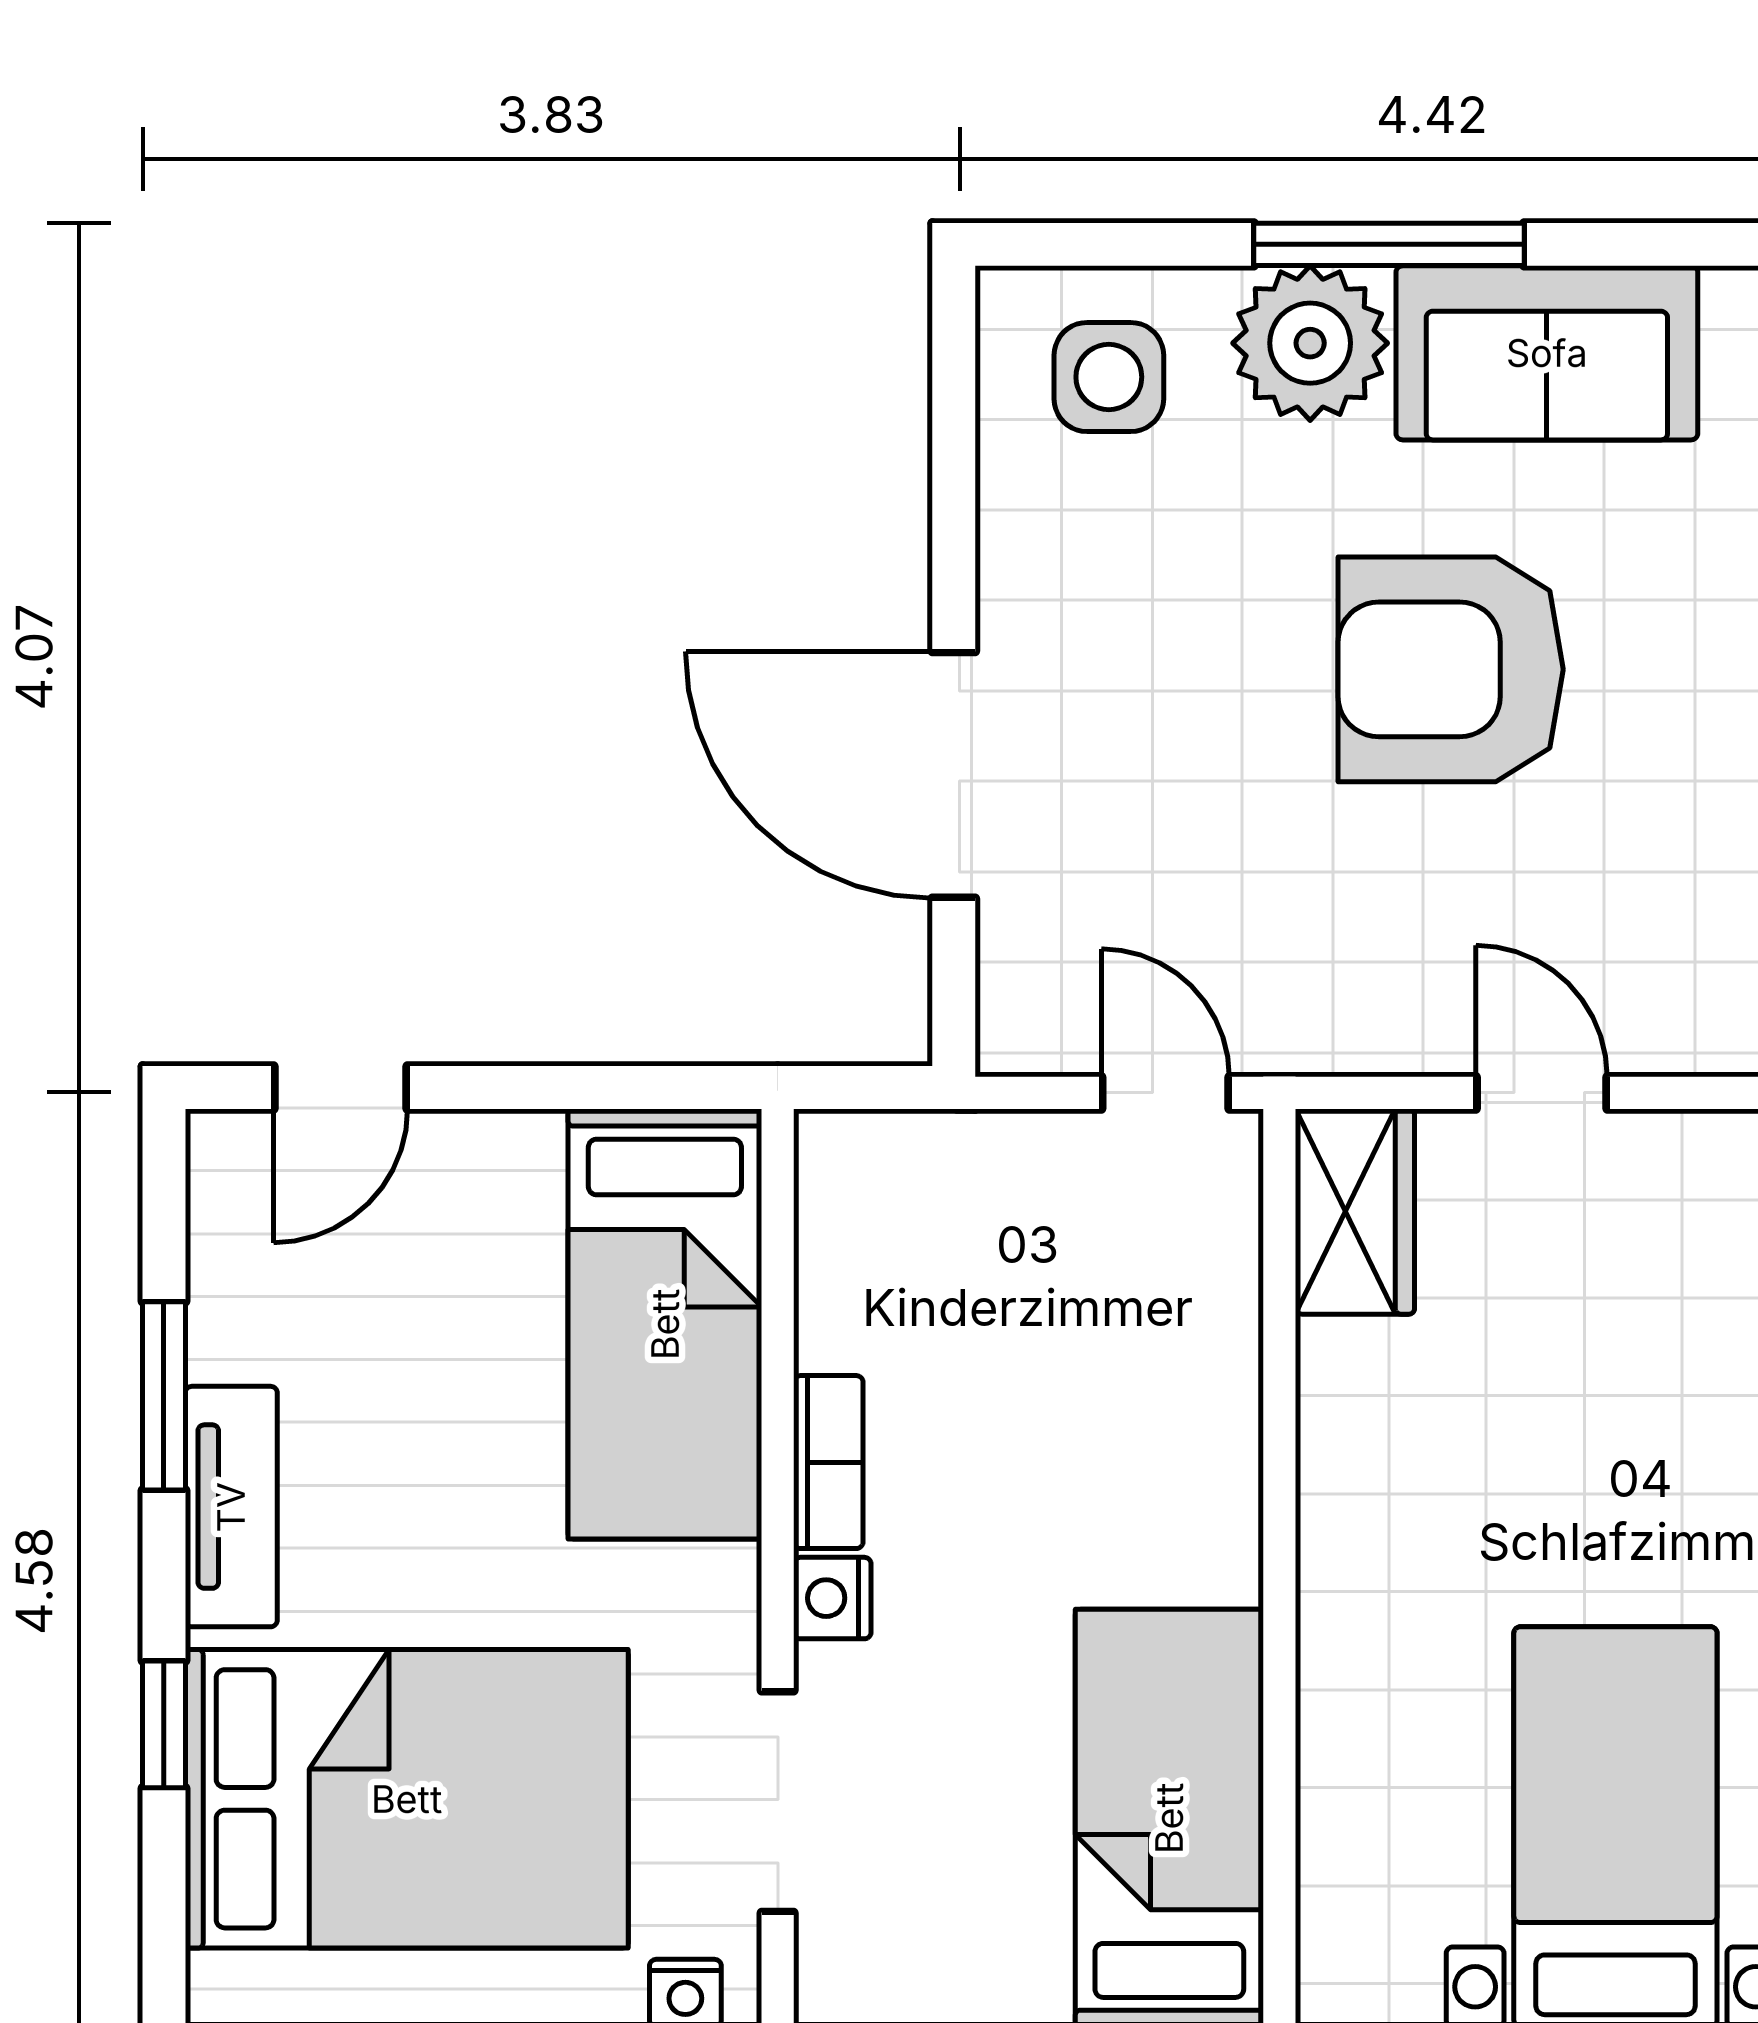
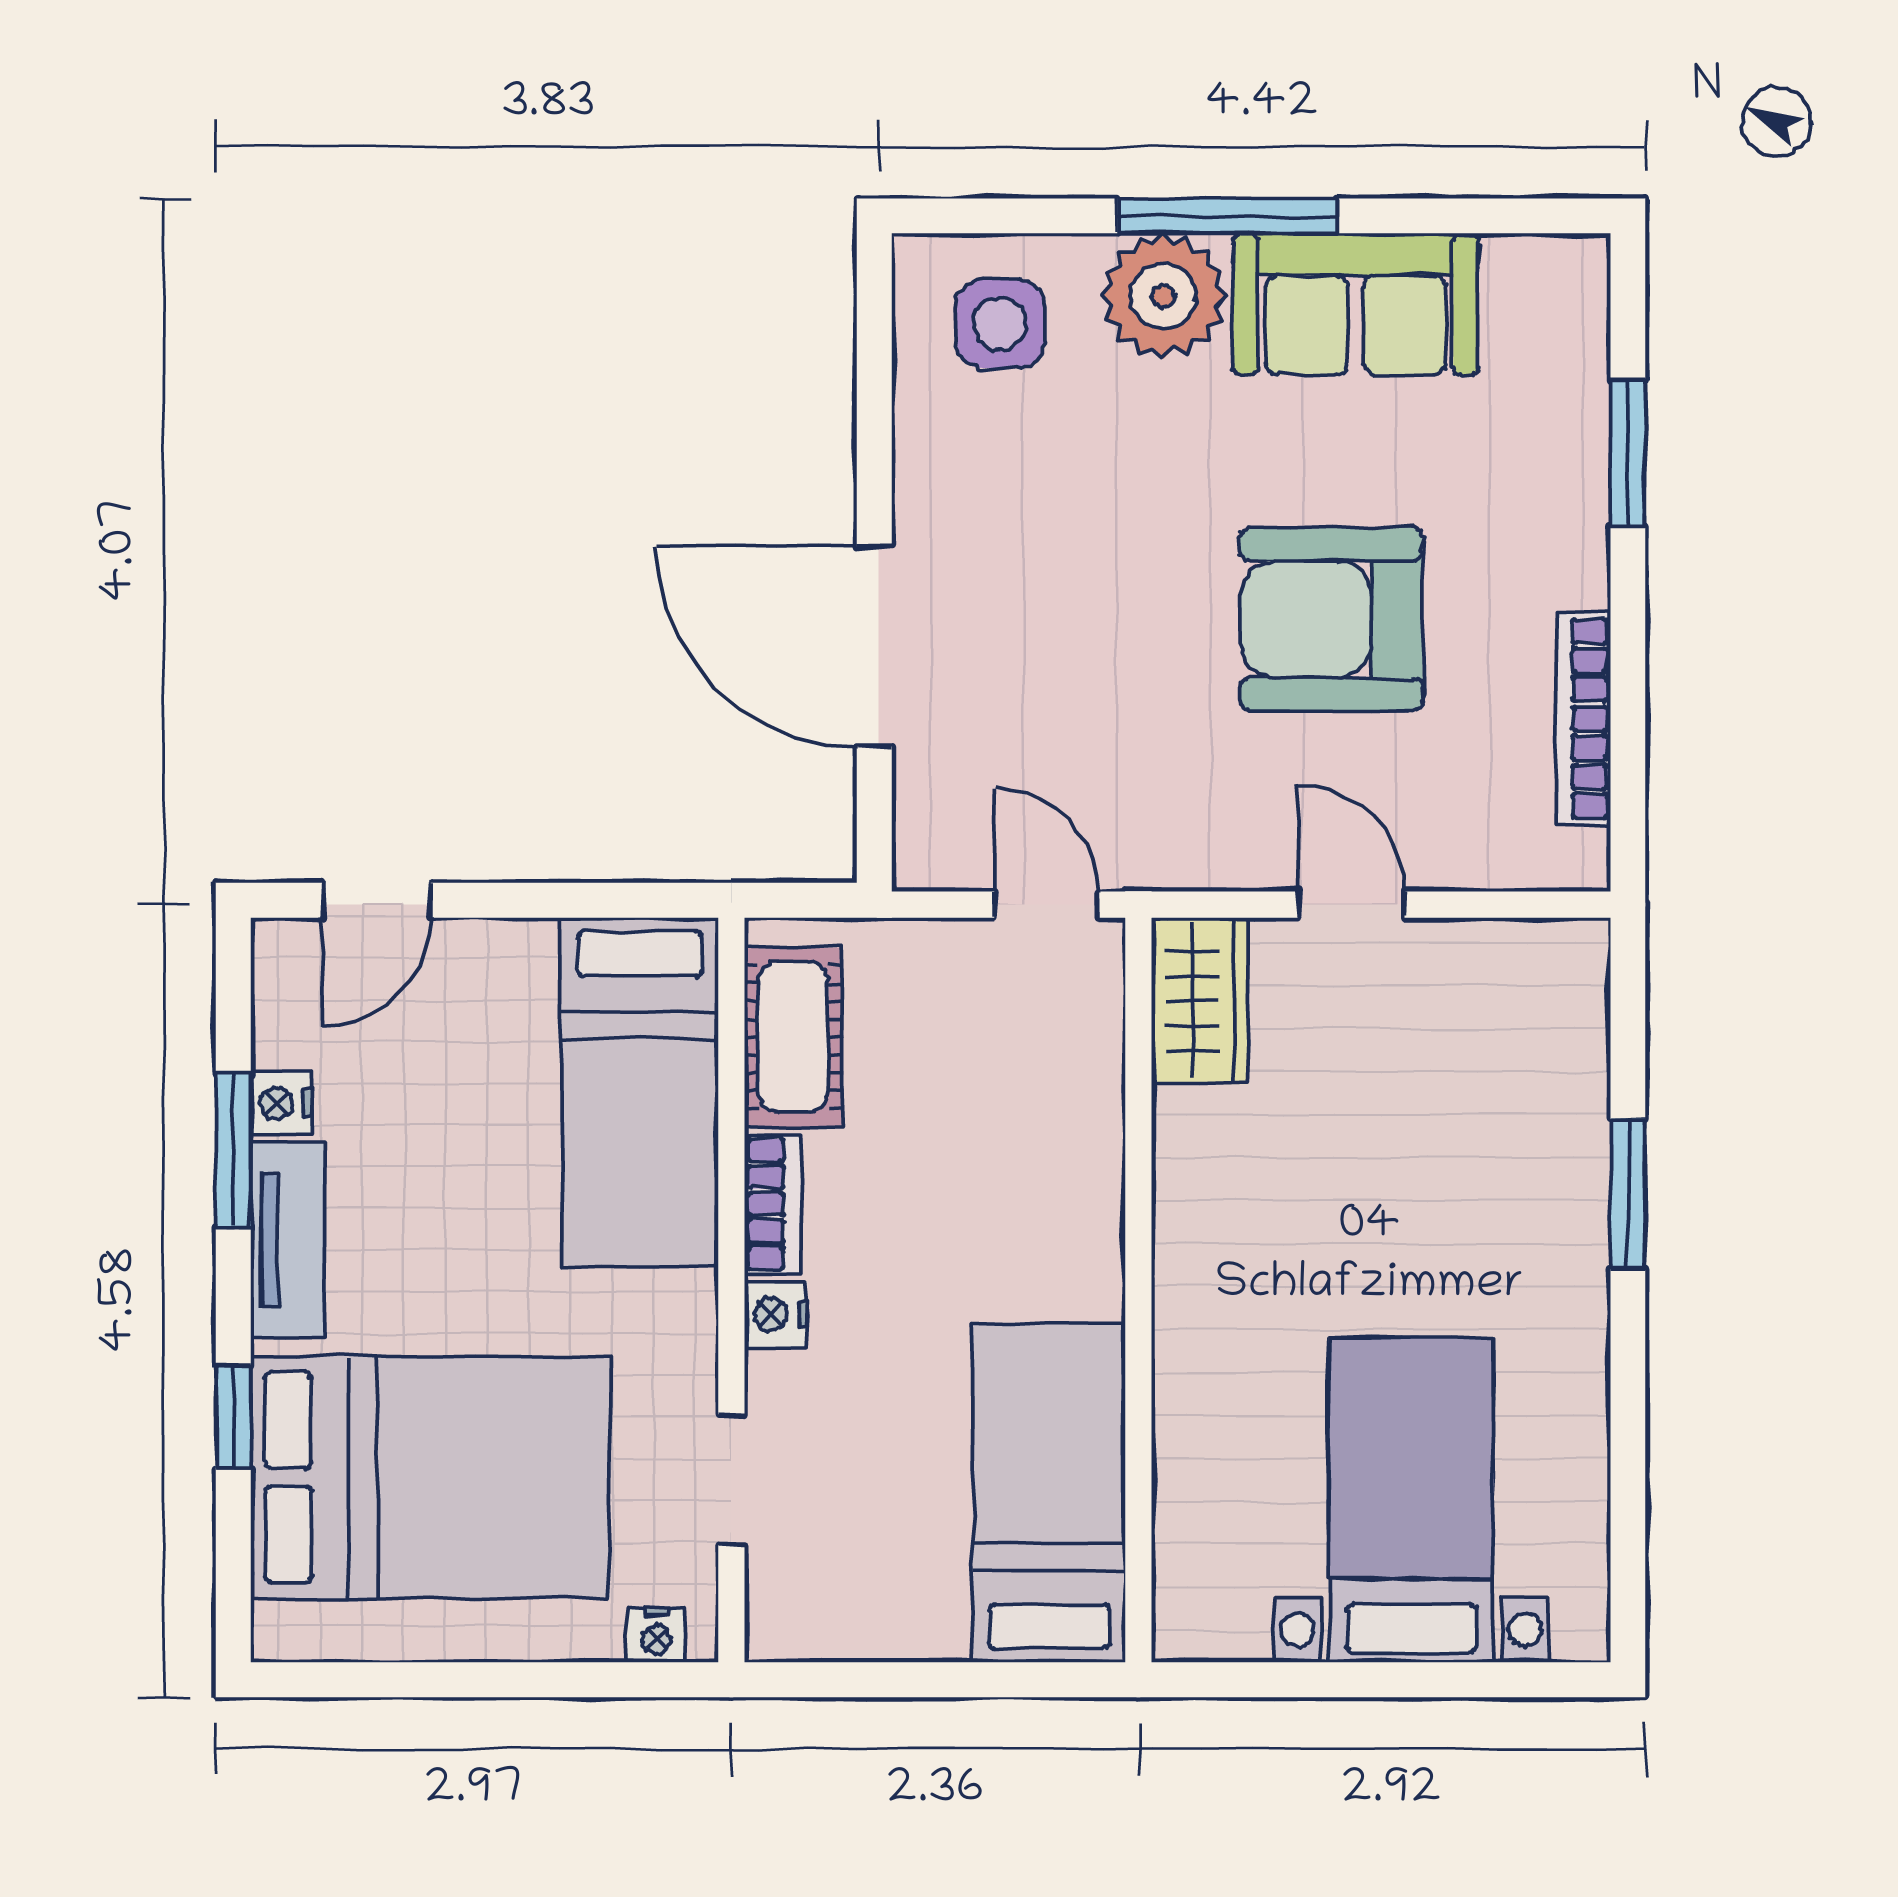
armchair: (1451, 669) -> (1331, 619), moved
cot: (854, 1256) -> (793, 1037), added
nightstand: (223, 1338) -> (281, 1103), added
doorway: (778, 1802) -> (731, 1480), width x0.73

